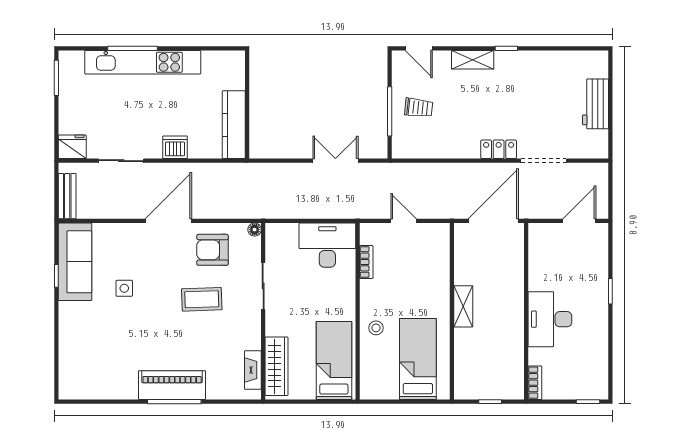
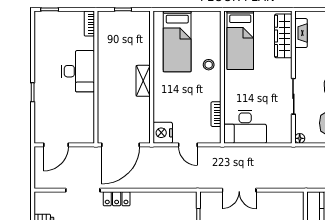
nightstand: (437, 237) -> (163, 133), added

